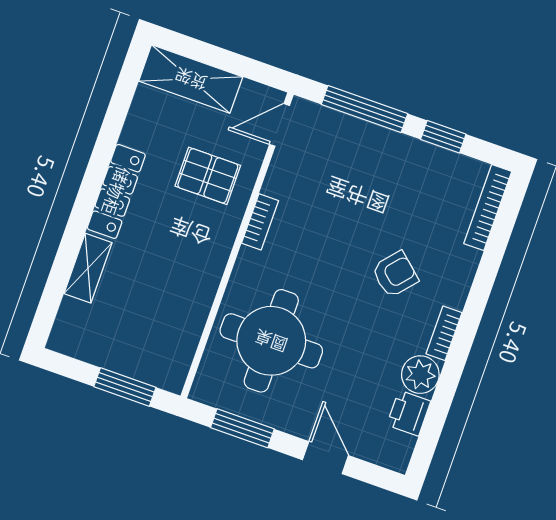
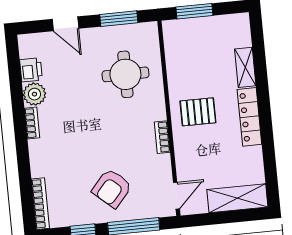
pallet: (208, 176) -> (198, 112), moved
armchair: (395, 274) -> (112, 188), moved, width x1.38, depth x1.38
round table: (271, 341) -> (125, 74), width x0.73, depth x0.73

